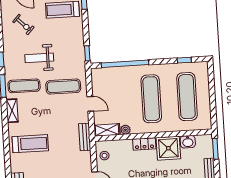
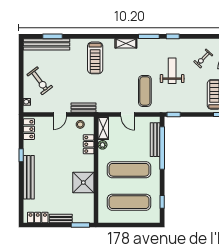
bench: (116, 72) -> (155, 140), added
exercise mat: (24, 86) -> (148, 56), removed
door: (90, 104) -> (128, 114), hinge flipped
bench: (85, 137) -> (83, 108), moved
washbasin: (188, 142) -> (88, 200), removed
locker: (144, 144) -> (89, 144), moved

